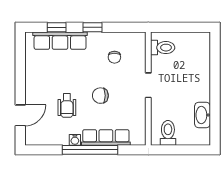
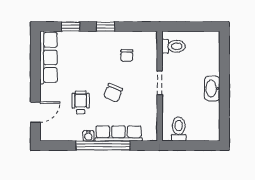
row of seats: (60, 41) -> (48, 57), moved, turned -90
chair: (100, 96) -> (113, 93), turned -69
wheelchair: (67, 106) -> (81, 102), turned 180
washbasin: (202, 115) -> (212, 89), moved

